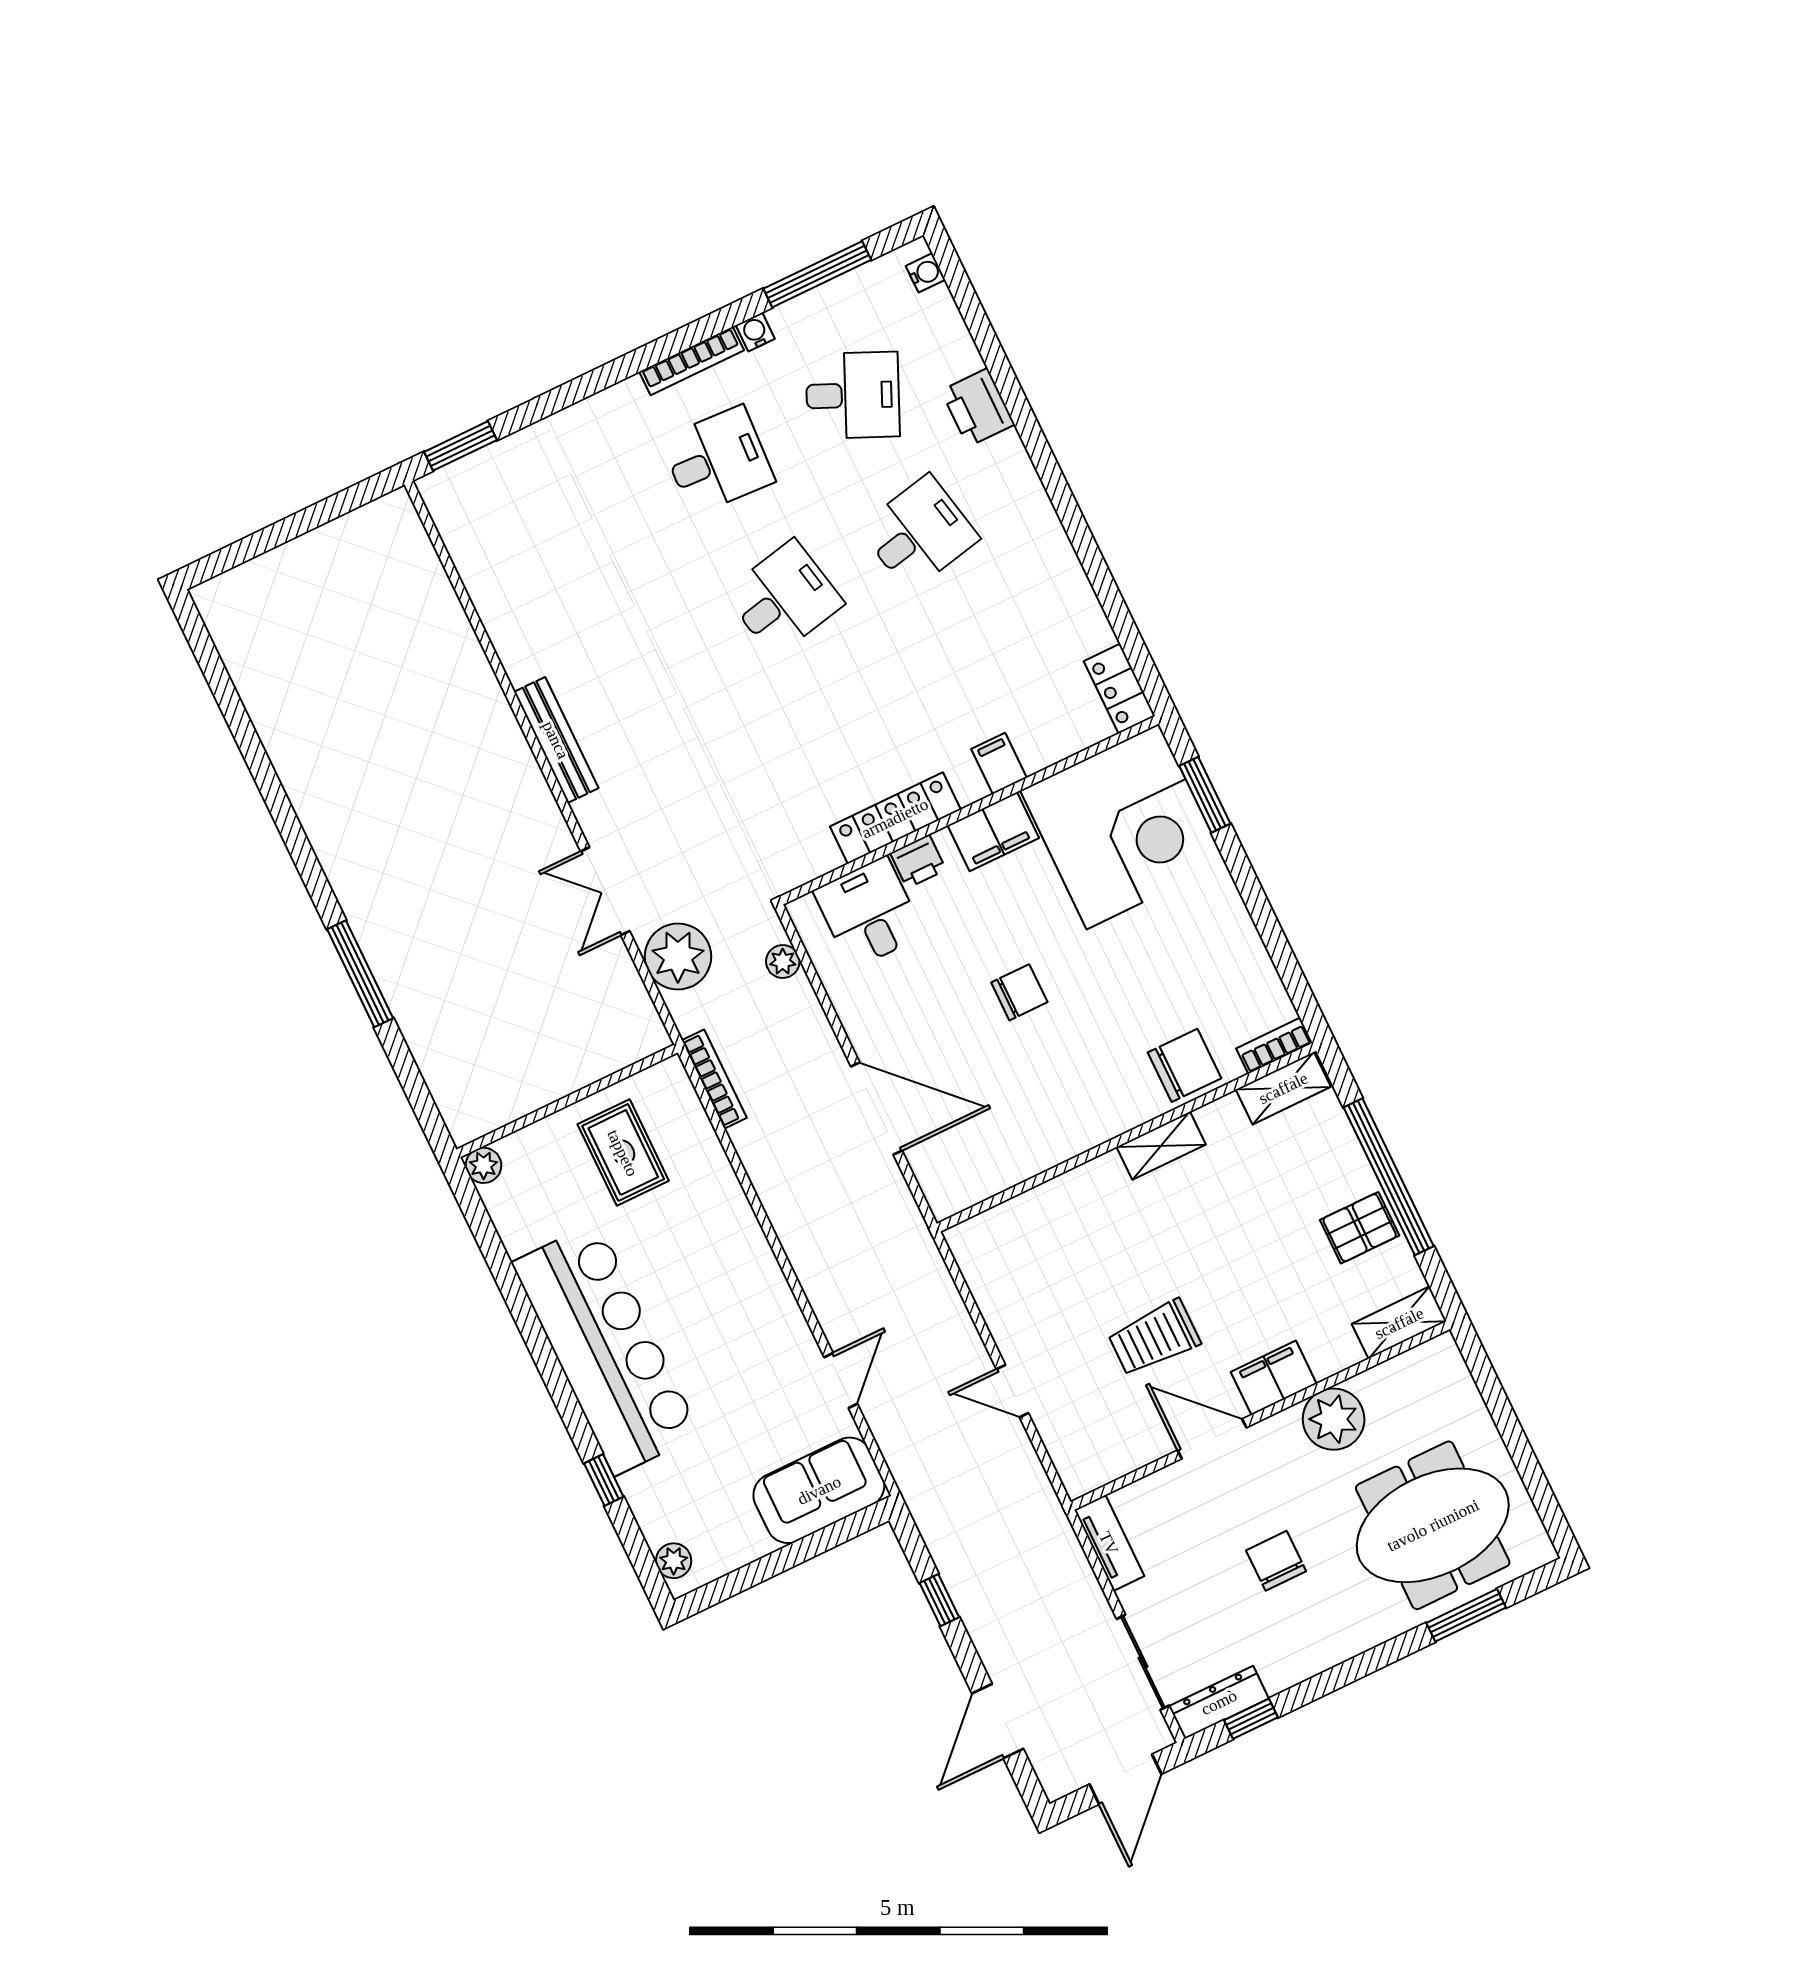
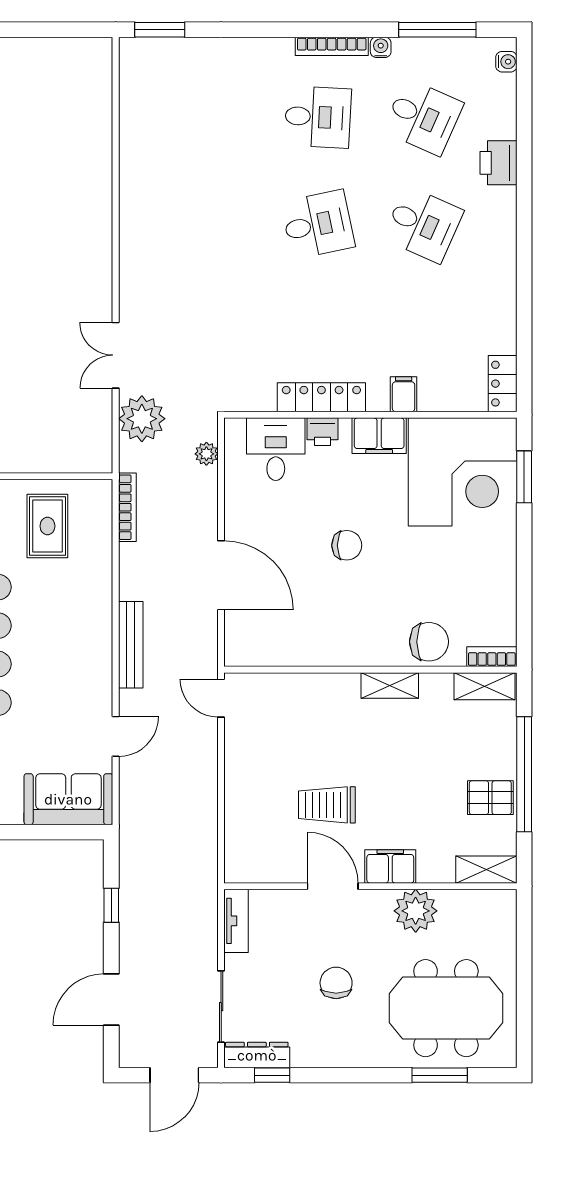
desk: (919, 533) -> (423, 224), turned 36
bench: (556, 740) -> (131, 645), moved
door: (1012, 1391) -> (221, 698), moved

